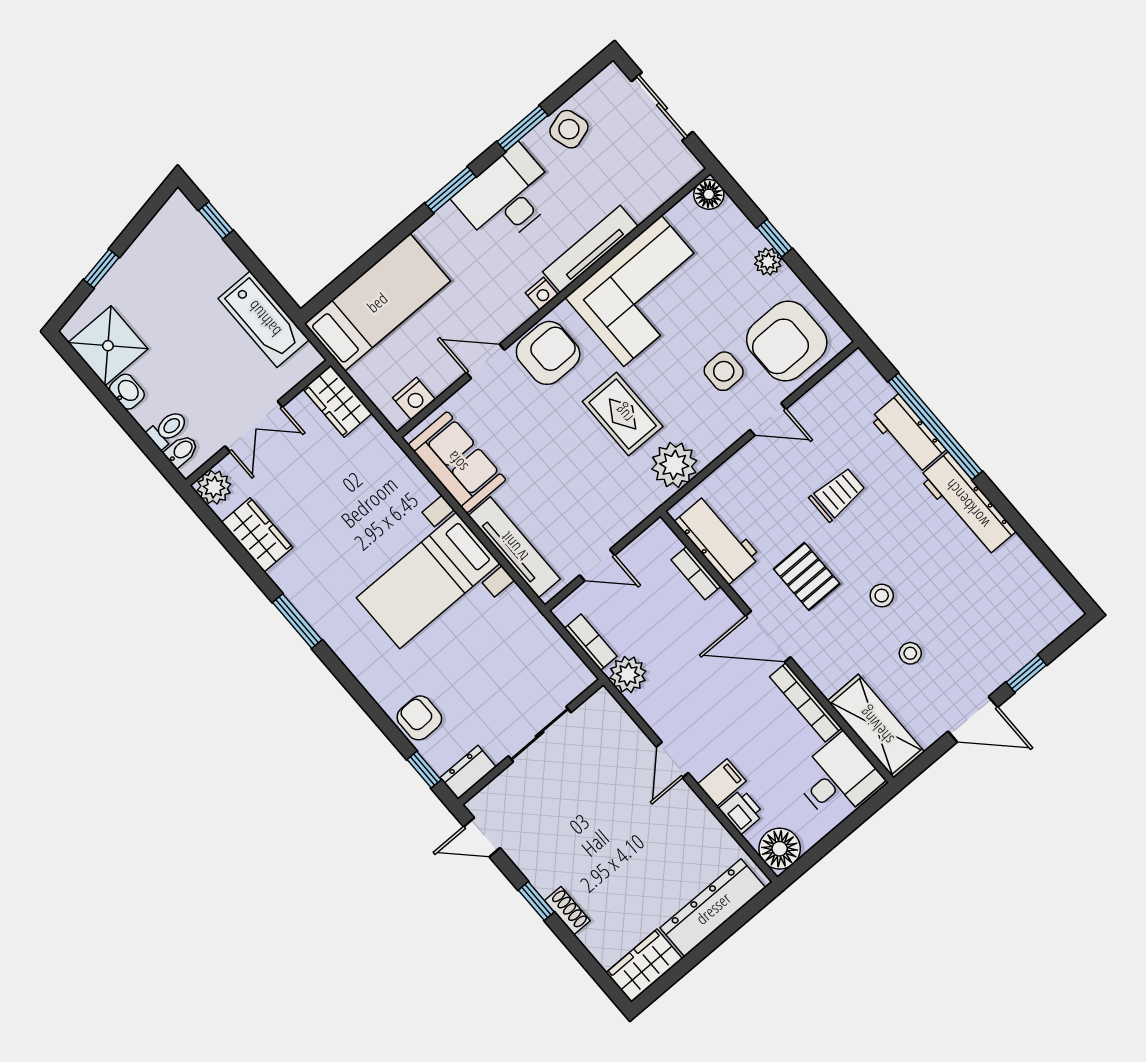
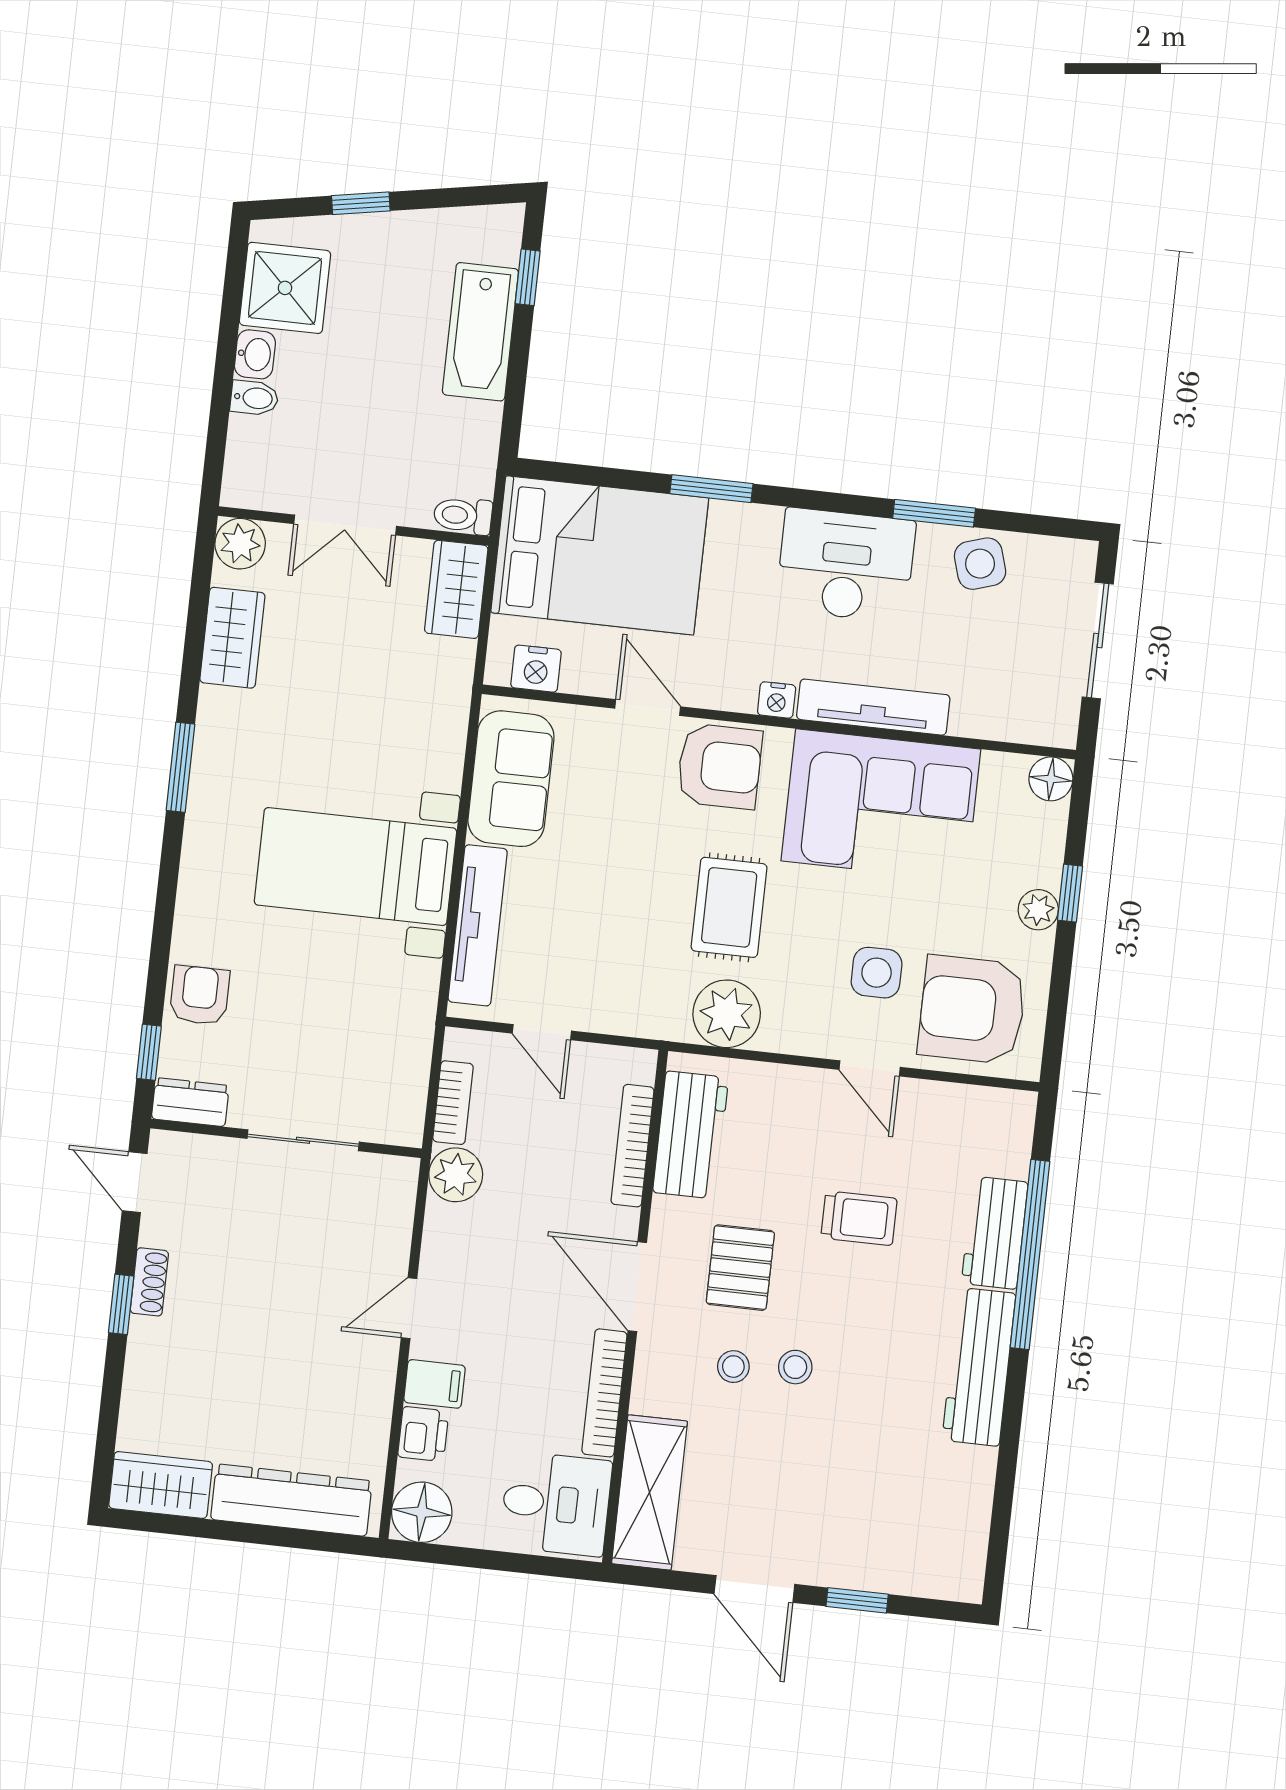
window: (450, 190) -> (711, 489), moved
bed: (377, 302) -> (600, 555), width x1.50
bathtub: (264, 319) -> (480, 332), moved
toilet: (168, 429) -> (463, 516), moved, turned 180
bidet: (181, 451) -> (254, 398), moved
bookcase: (696, 573) -> (632, 1146), width x1.56
stool: (910, 653) -> (733, 1367), moved
shoe rack: (567, 911) -> (149, 1282), moved

